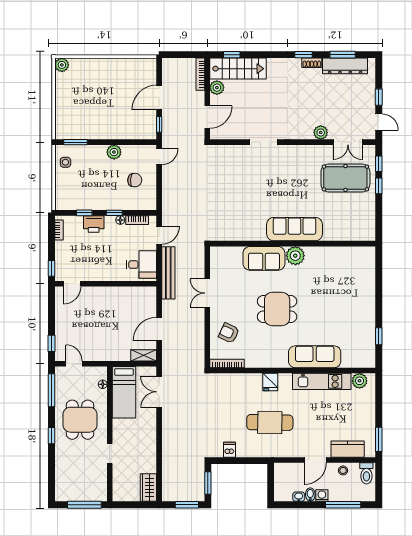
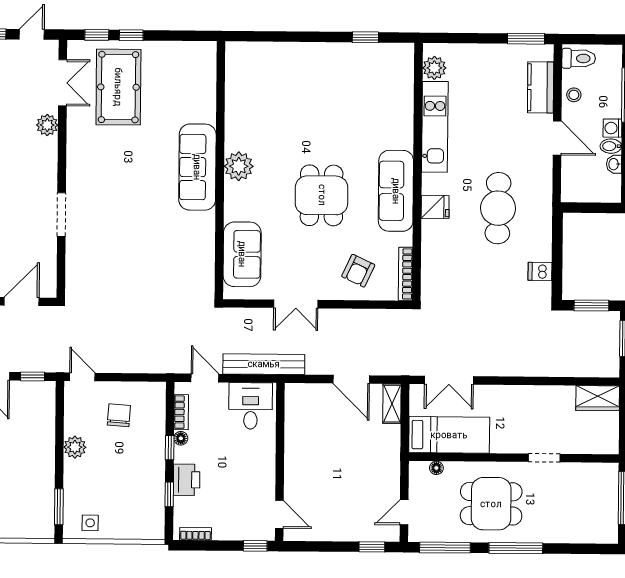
door: (207, 117) -> (22, 302), hinge flipped
sofa: (264, 258) -> (242, 254), moved
sofa: (315, 357) -> (396, 191), moved
window: (52, 436) -> (516, 548), width x2.17

